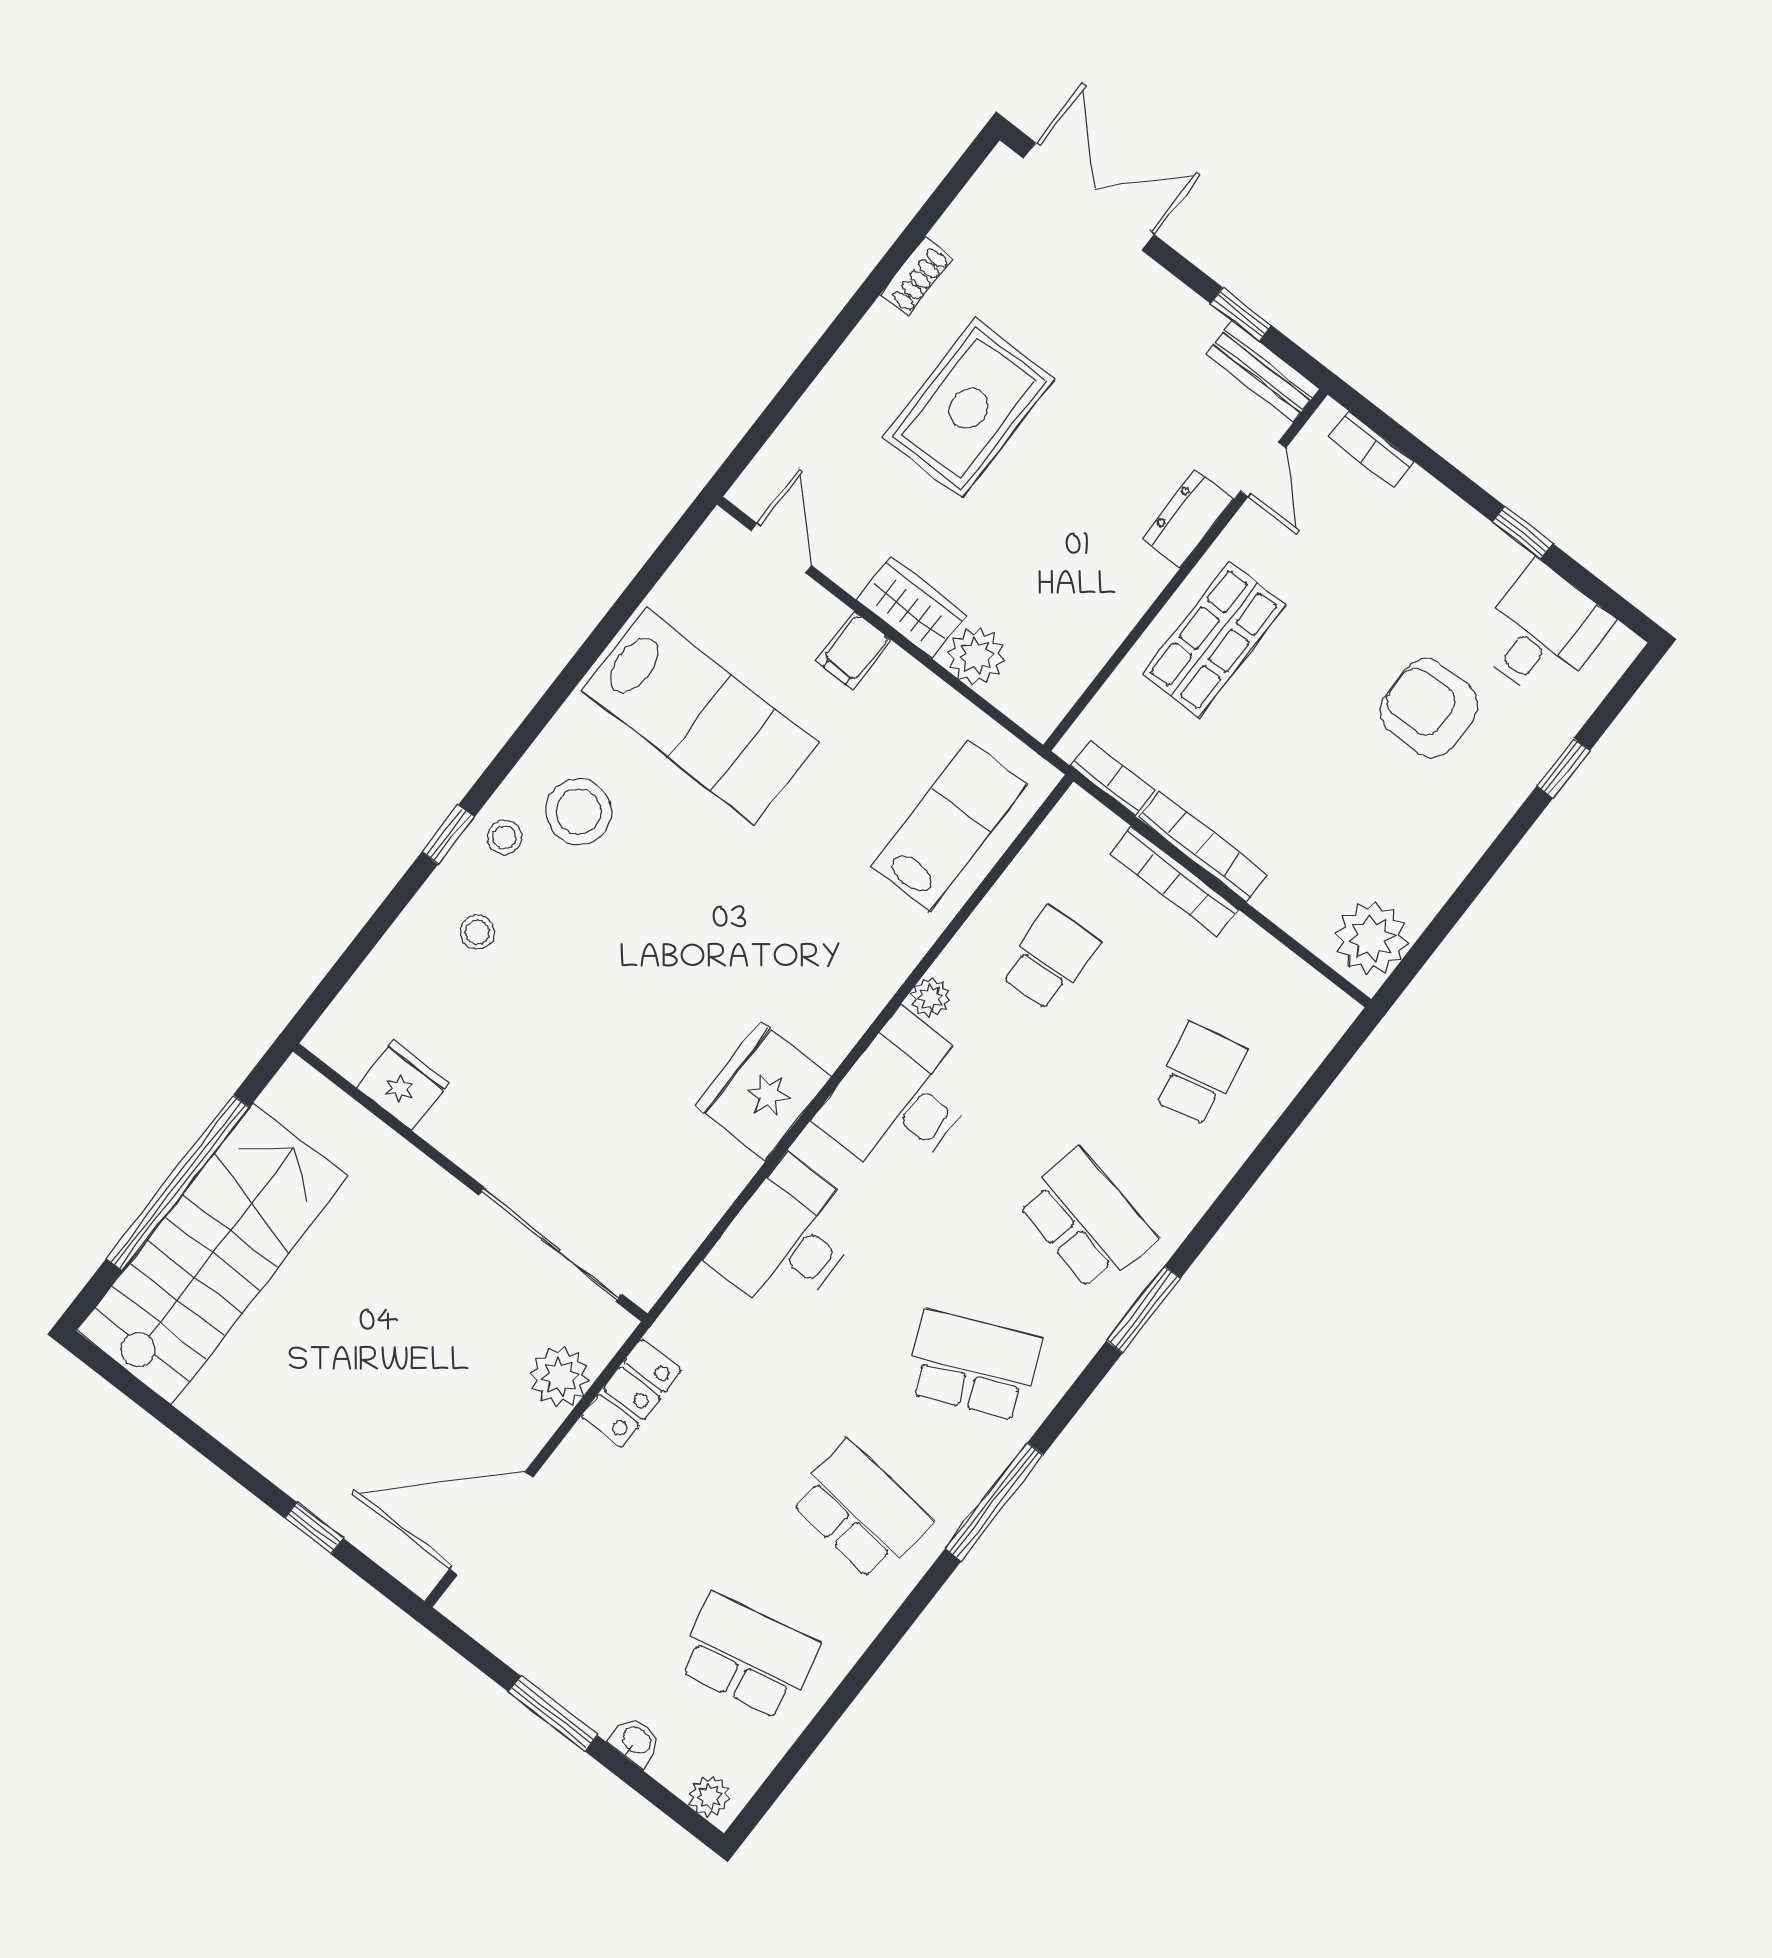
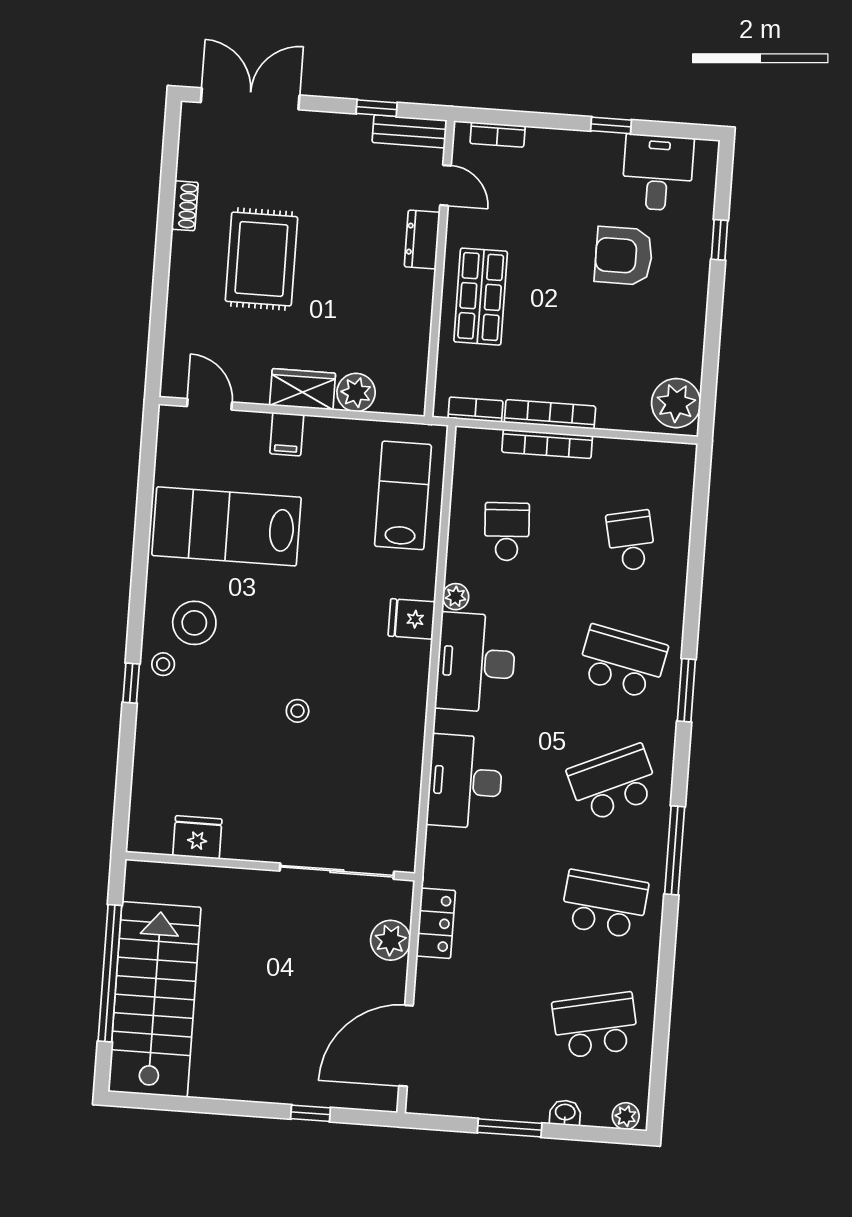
lab bench: (700, 716) -> (226, 526), turned 180
stool: (477, 932) -> (298, 711), moved
fridge: (763, 1091) -> (412, 619), moved, width x0.53, depth x0.75

